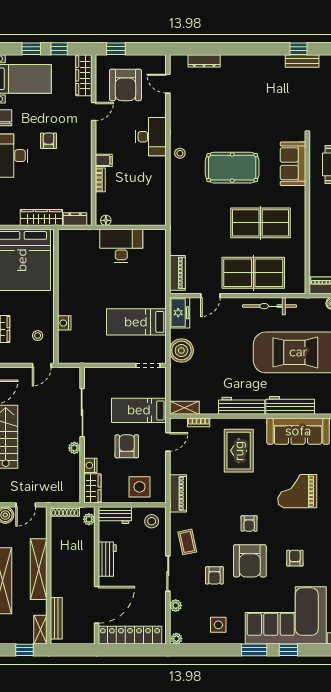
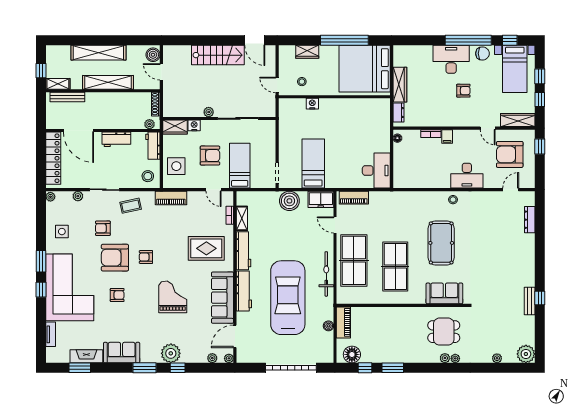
desk: (121, 246) -> (376, 170), moved
shelving: (184, 408) -> (242, 218), moved

